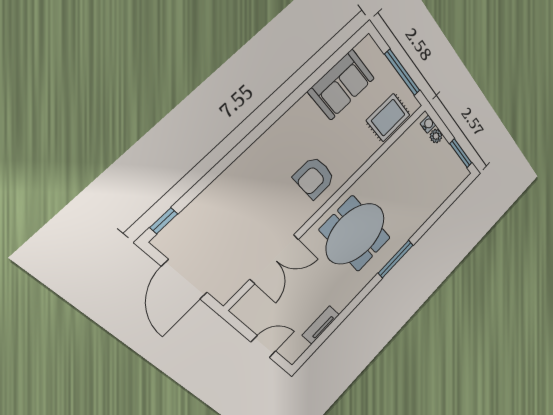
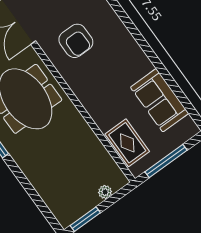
water cooler: (428, 124) -> (117, 184), removed
armchair: (314, 178) -> (76, 41), moved, turned 180

